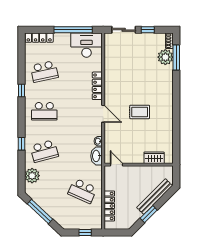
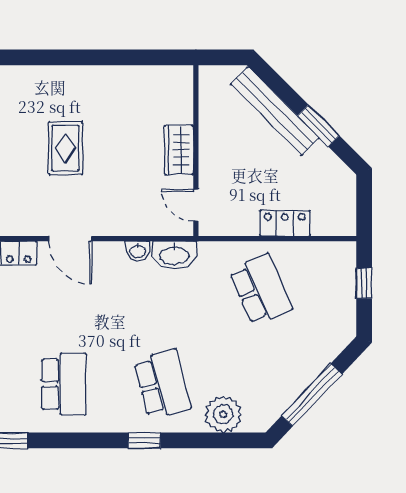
door: (103, 114) -> (70, 239), swing flipped
wardrobe: (154, 158) -> (179, 150), moved
door: (117, 165) -> (196, 205), hinge flipped
school desk: (82, 191) -> (261, 290), turned -48
locker: (109, 206) -> (285, 223), width x0.66

